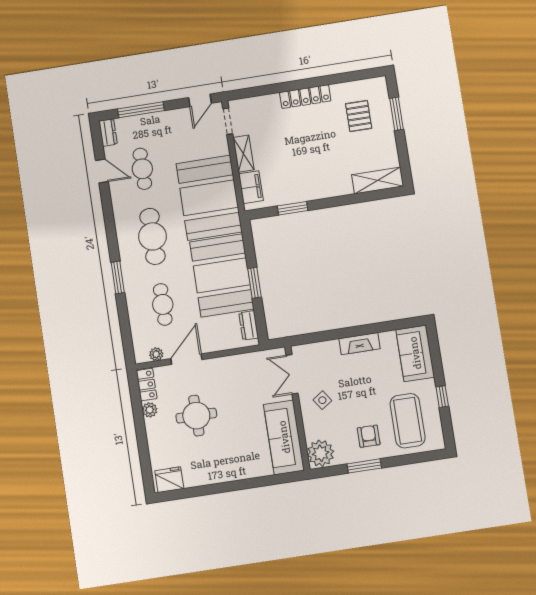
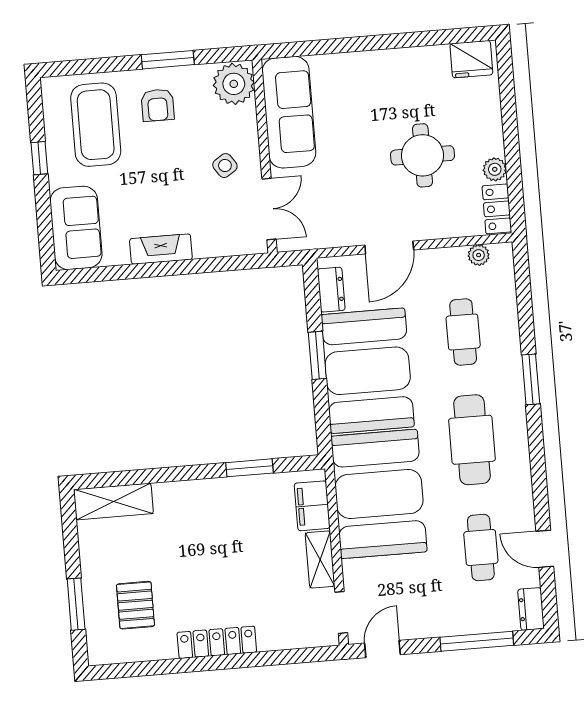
door: (186, 359) -> (389, 248), moved

